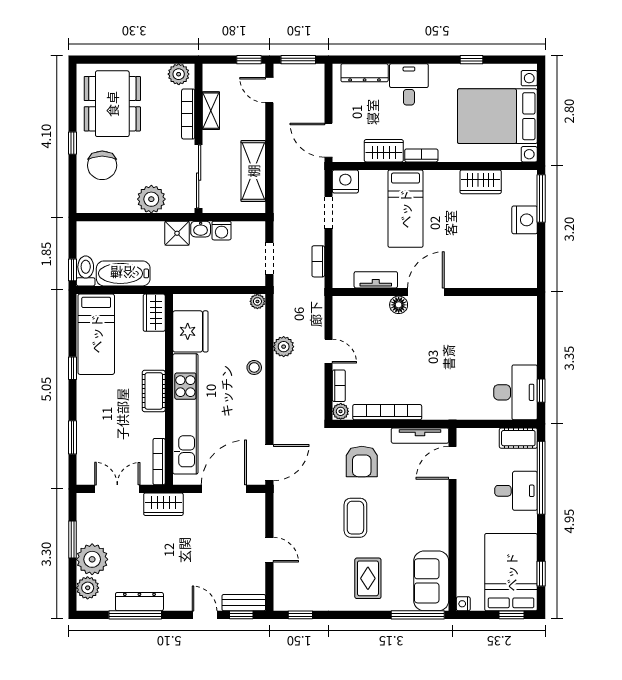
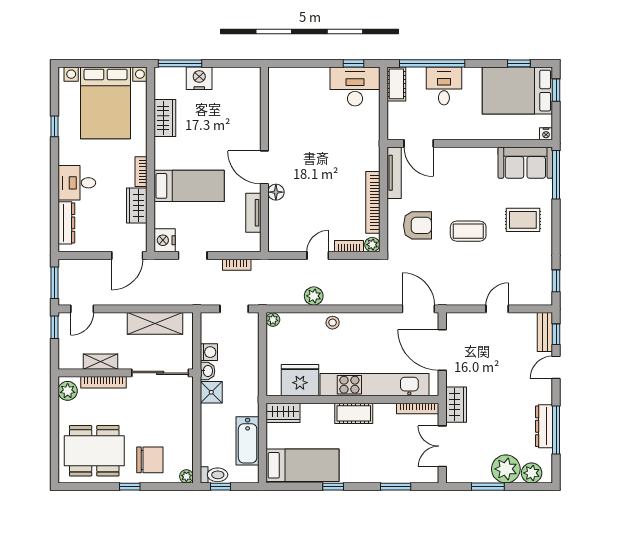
plant: (151, 199) -> (186, 476), moved, width x0.53, depth x0.53
window: (73, 270) -> (221, 487), moved
toilet: (86, 271) -> (214, 475), moved, turned 180

